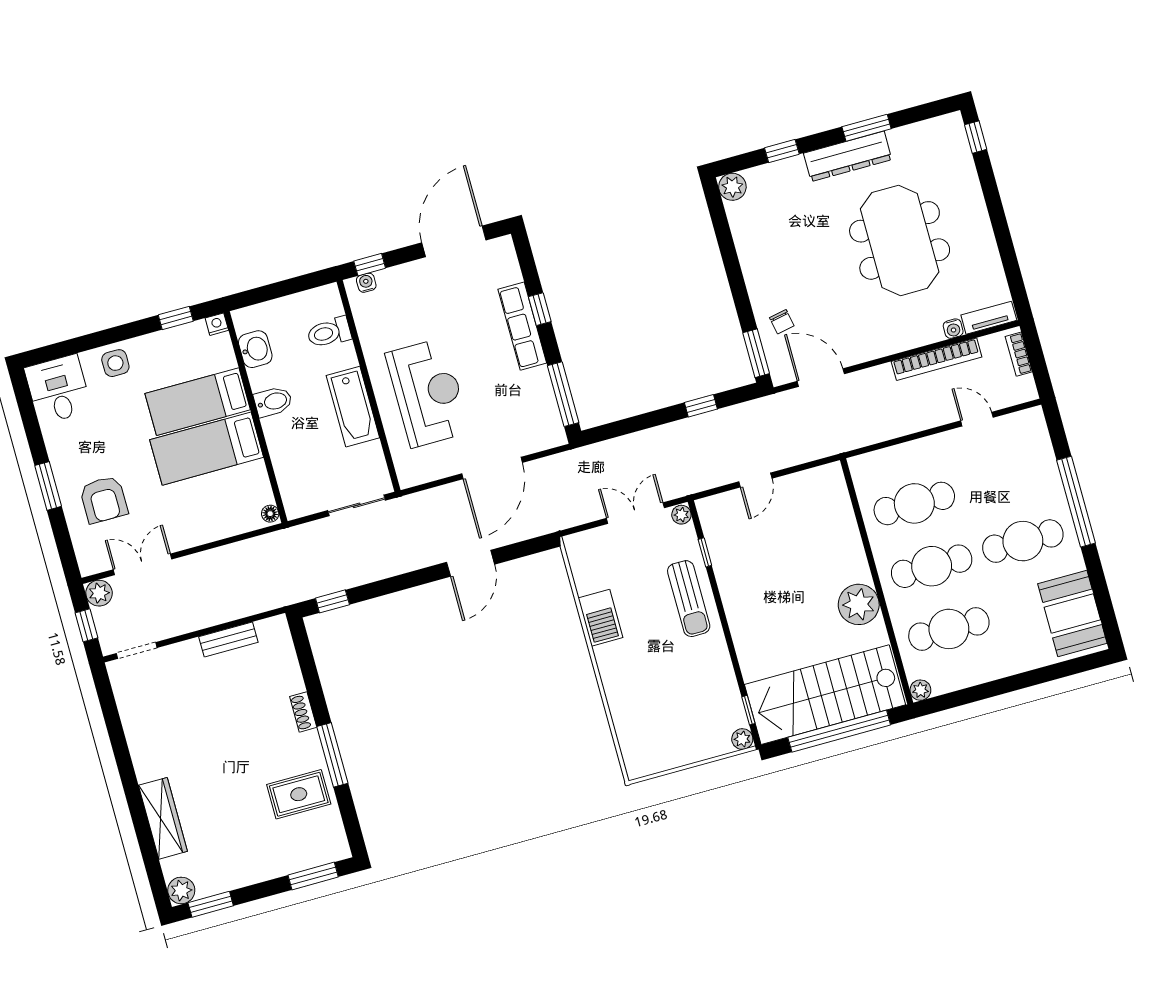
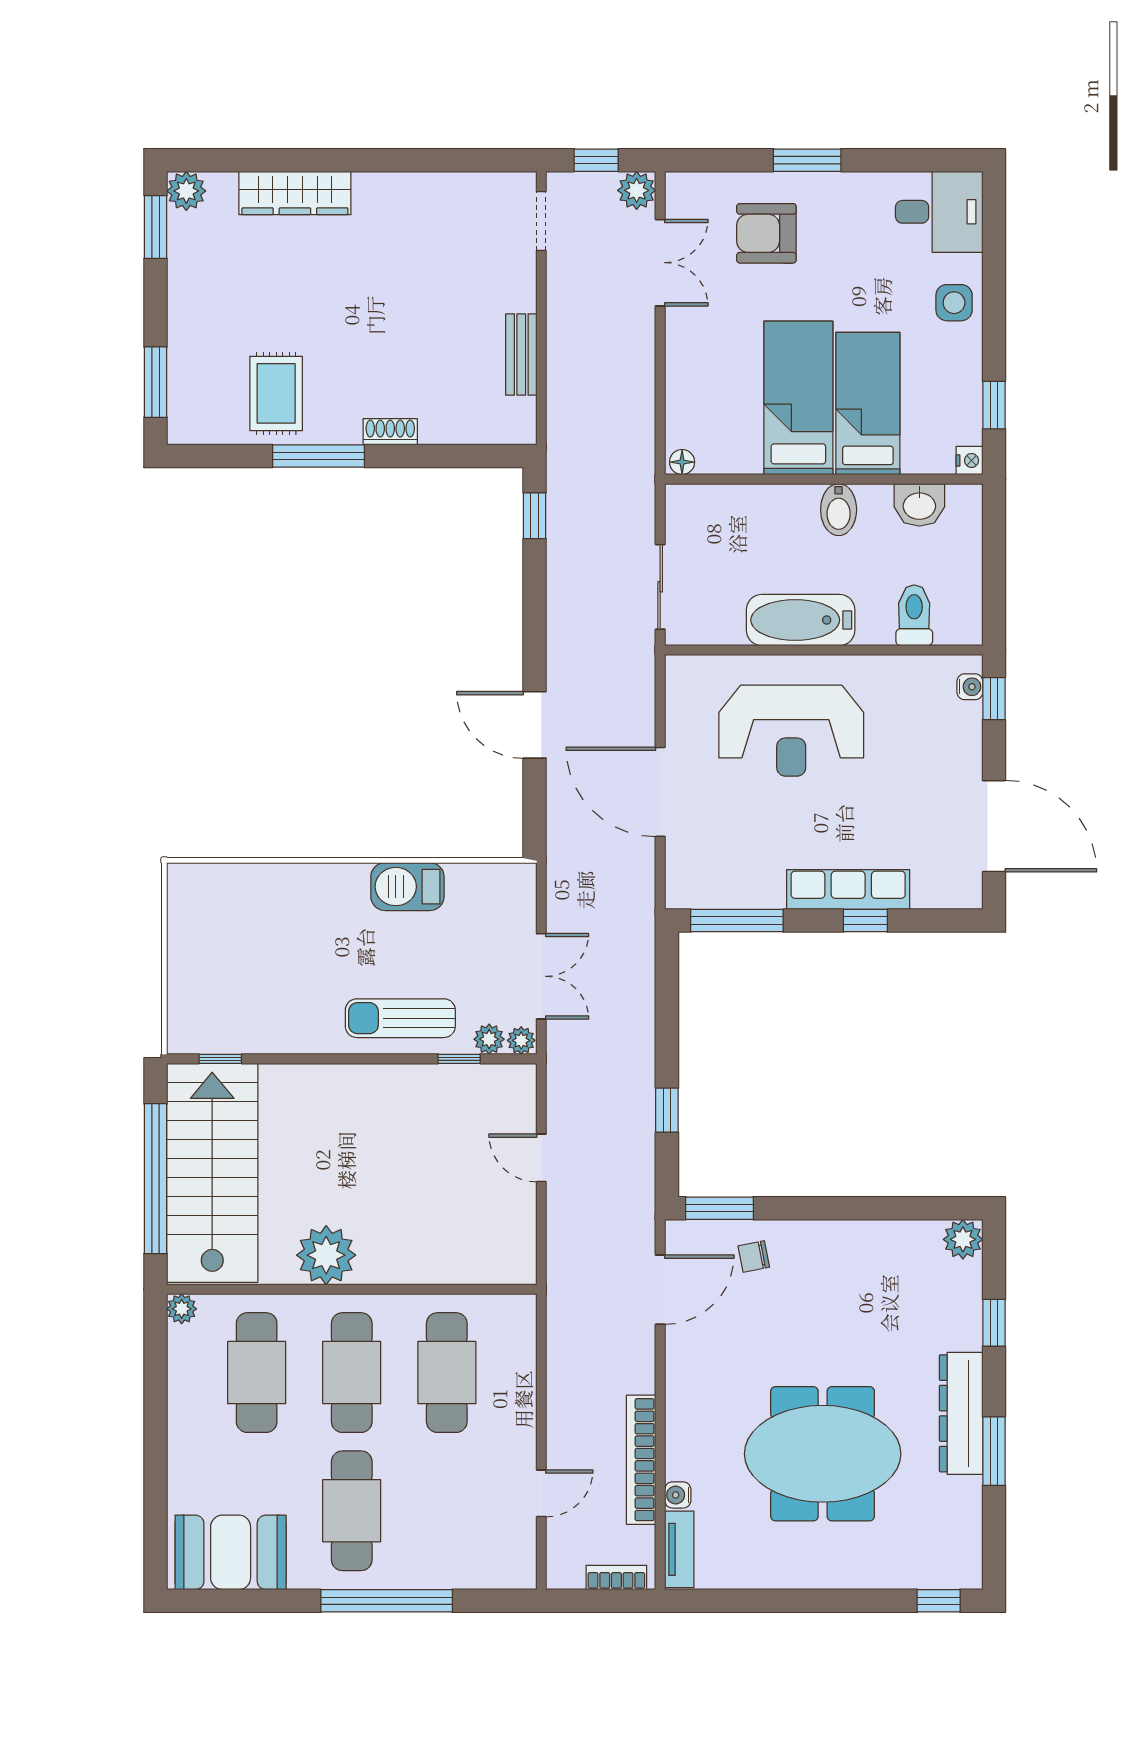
plant: (742, 739) -> (489, 1039), moved

